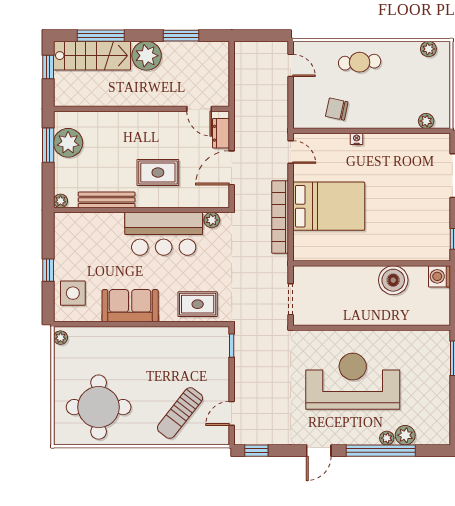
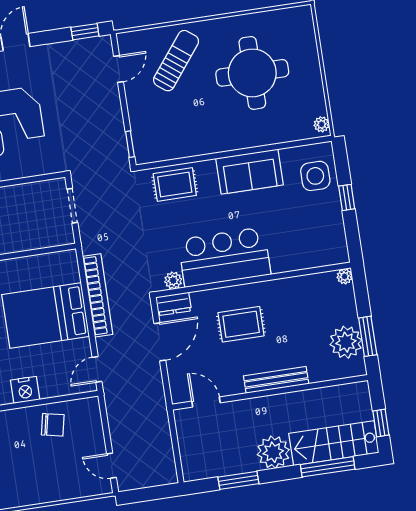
cafe table: (360, 62) -> (35, 481), removed
dresser: (221, 133) -> (174, 304), moved, turned 90
nightstand: (357, 139) -> (25, 390), width x1.89, depth x1.79
door: (291, 152) -> (97, 369), hinge flipped
bench: (107, 200) -> (276, 380), moved
round table: (99, 407) -> (252, 73), moved

